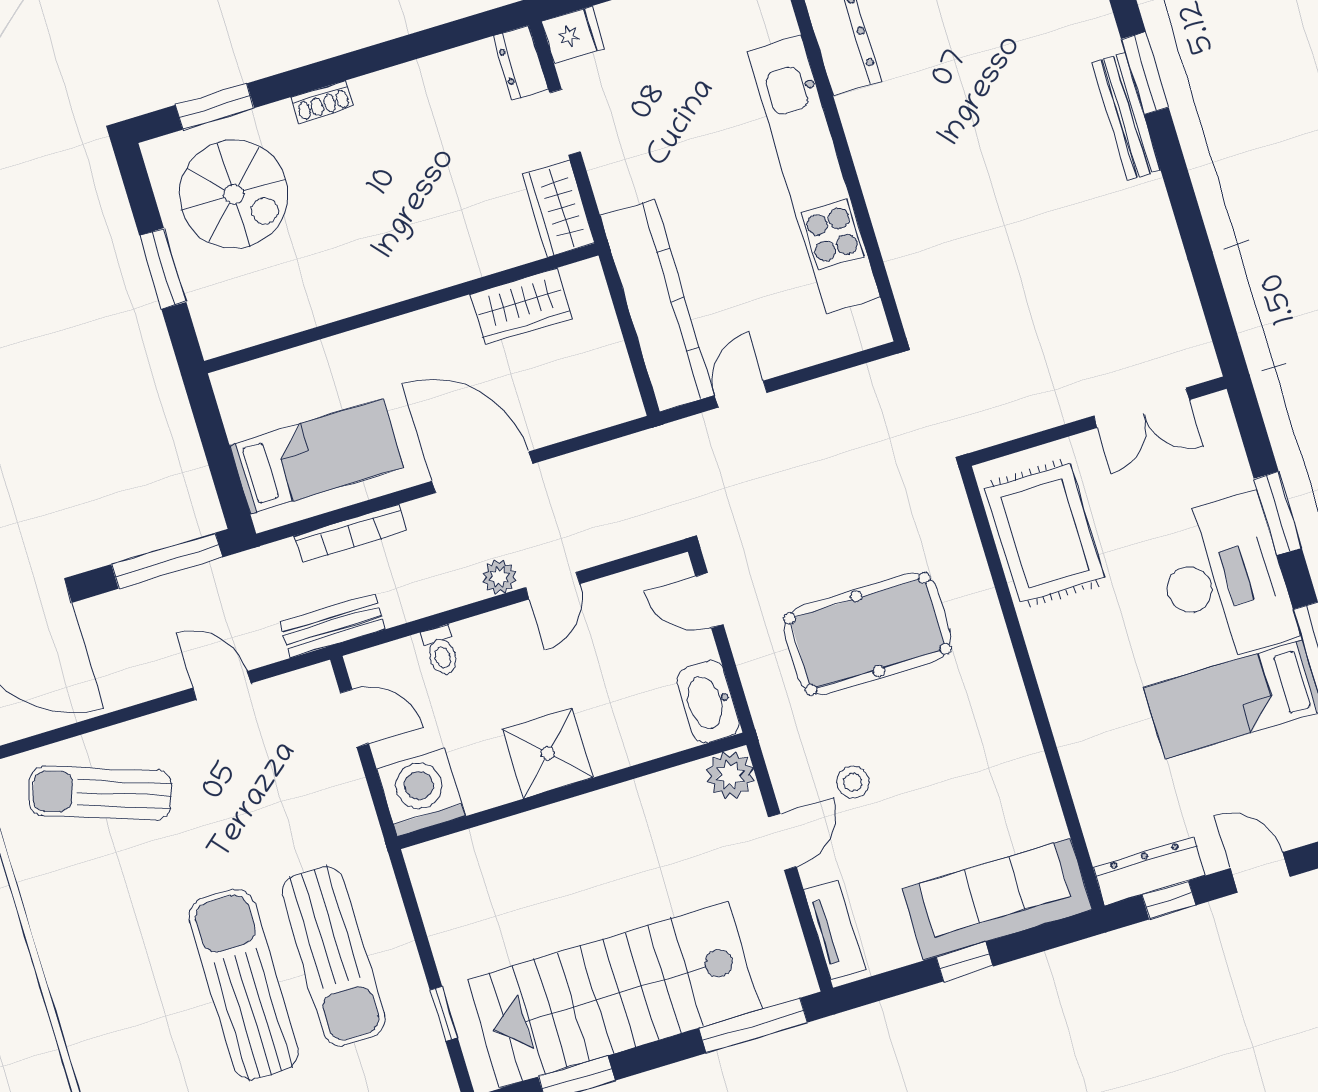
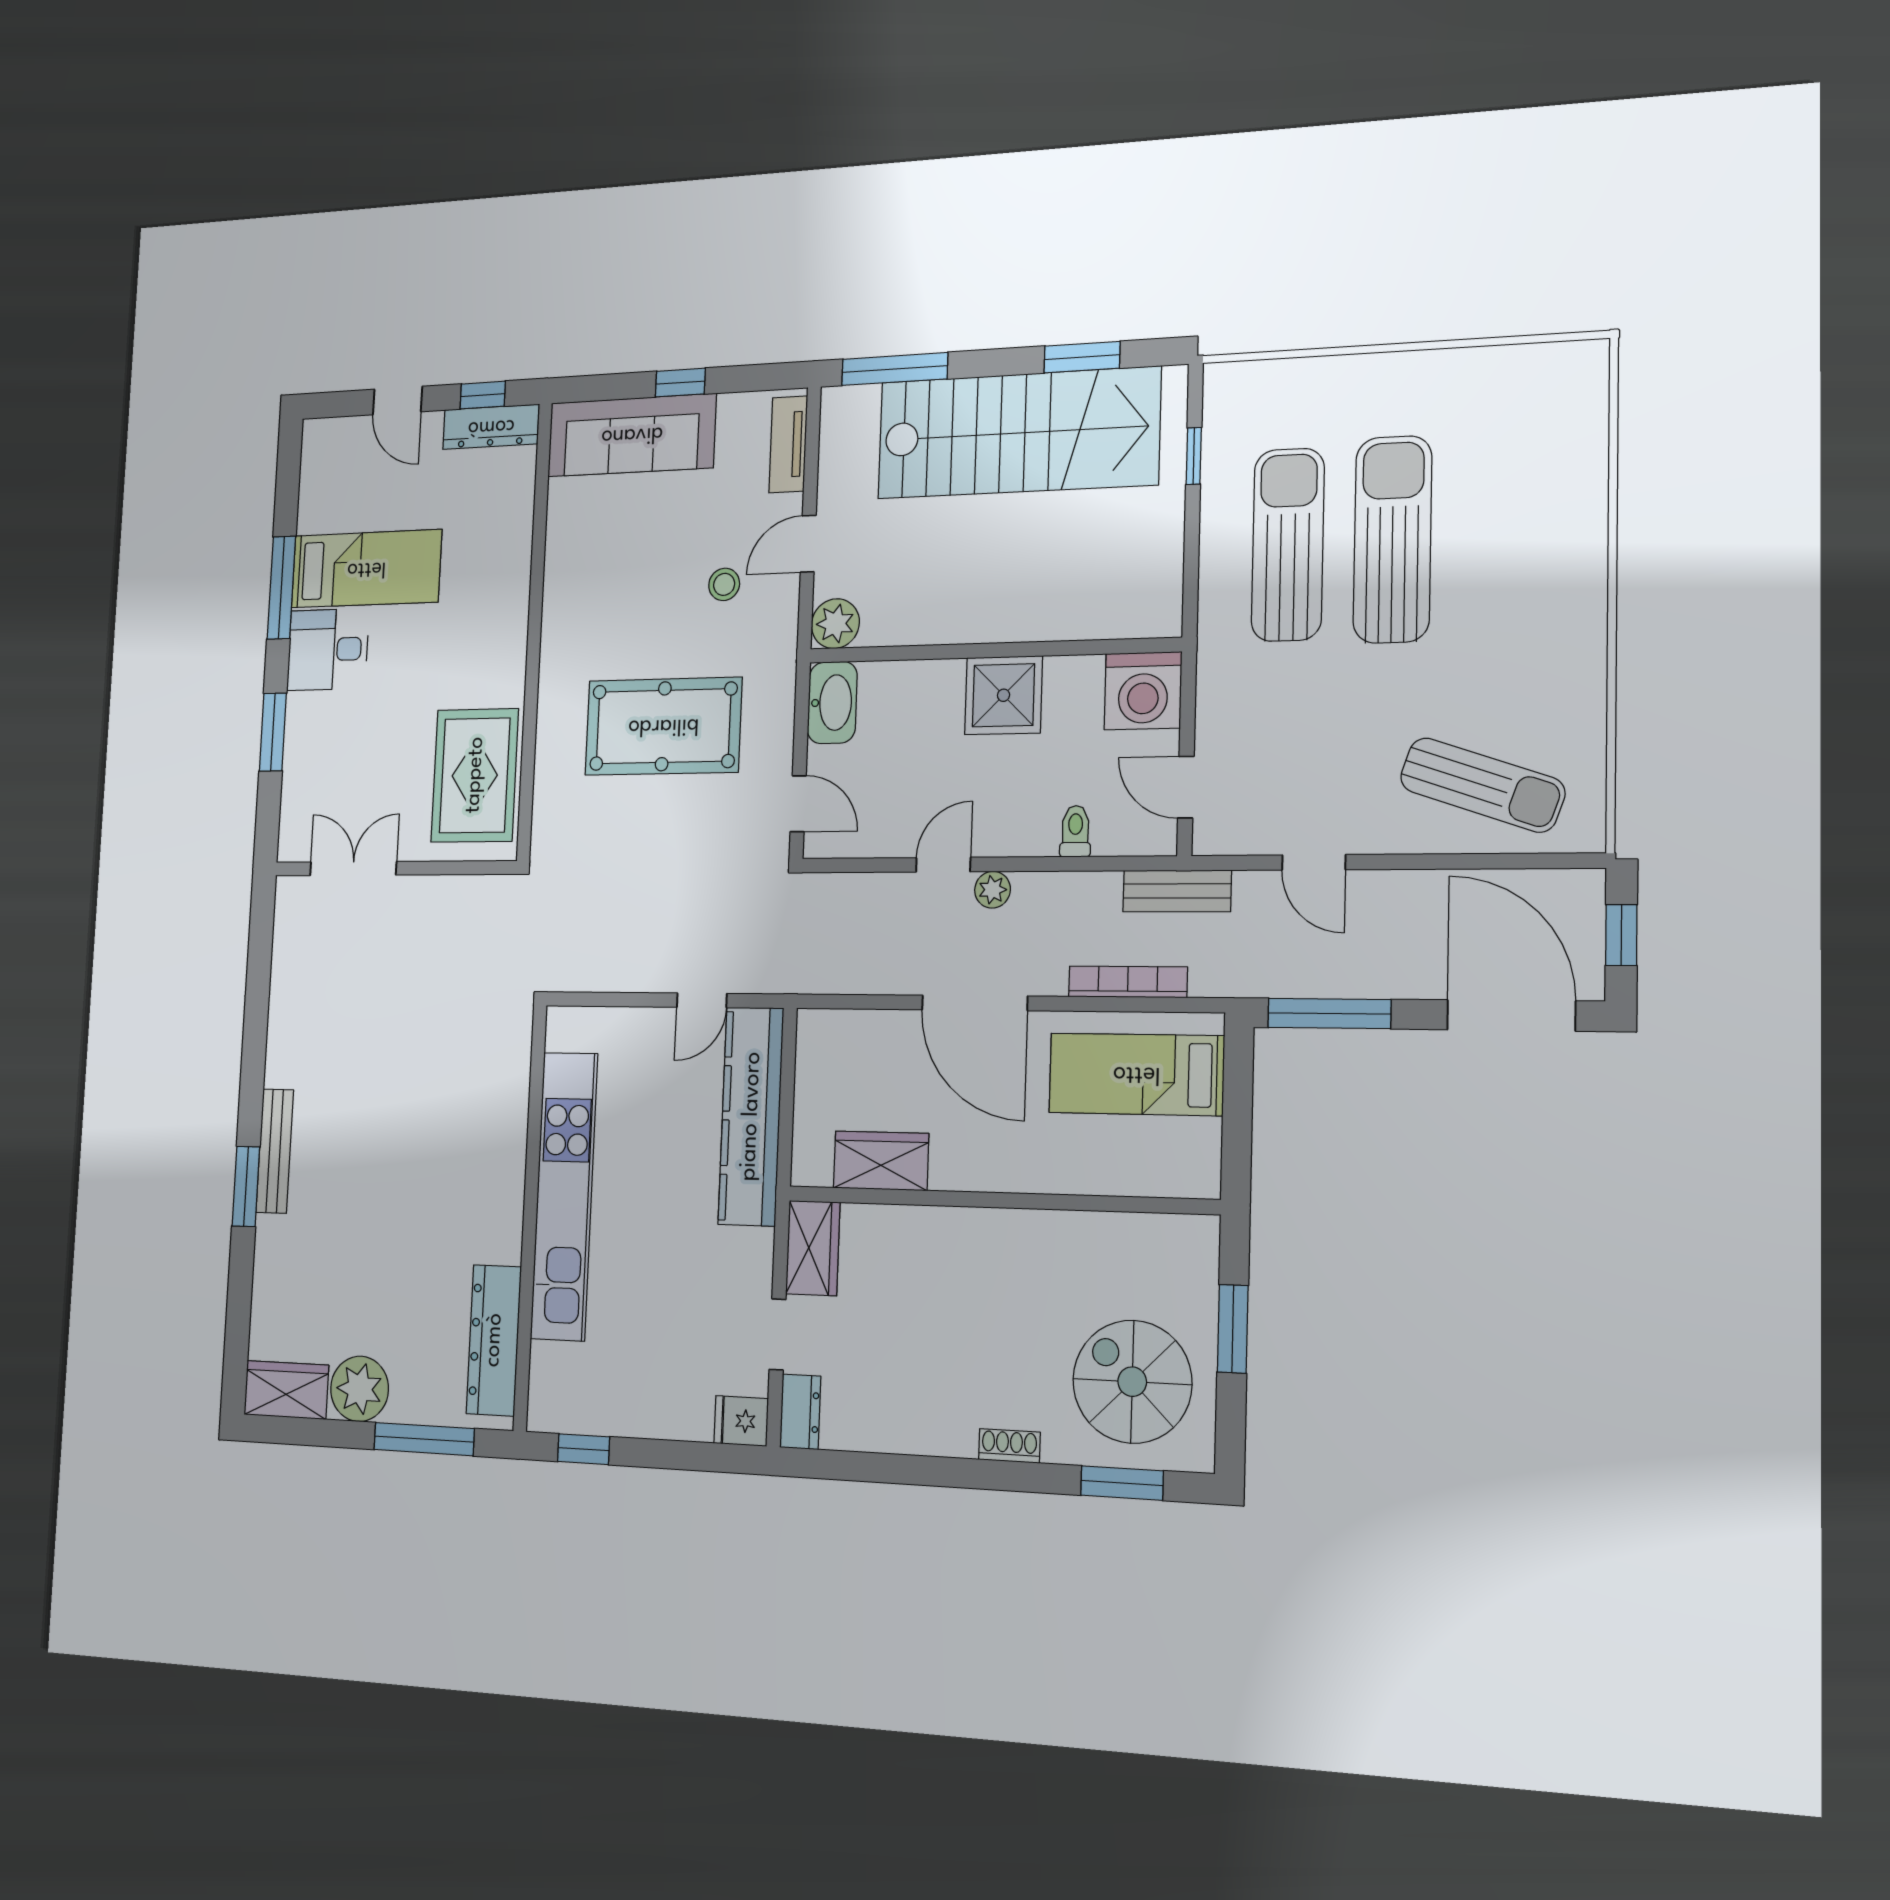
desk: (1224, 579) -> (328, 649), width x0.53, depth x0.77
sun lounger: (244, 984) -> (1392, 539), turned 180

